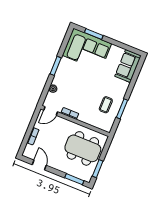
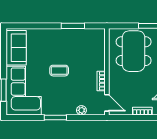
sofa: (128, 66) -> (16, 48), moved, turned -90
coffee table: (106, 105) -> (59, 71), moved

